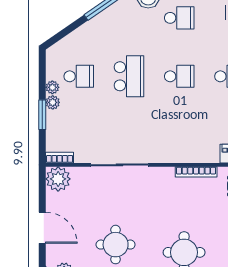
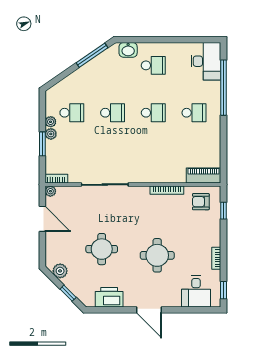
school desk: (129, 76) -> (113, 113), width x0.54
plant: (58, 179) -> (50, 191), width x0.53, depth x0.53
door: (42, 228) -> (42, 219), moved

